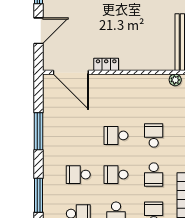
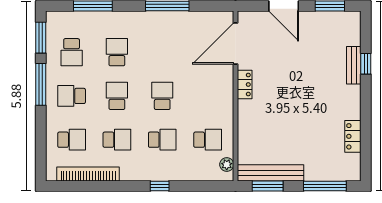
school desk: (154, 96) -> (208, 140), added
school desk: (154, 175) -> (117, 140), turned 180

